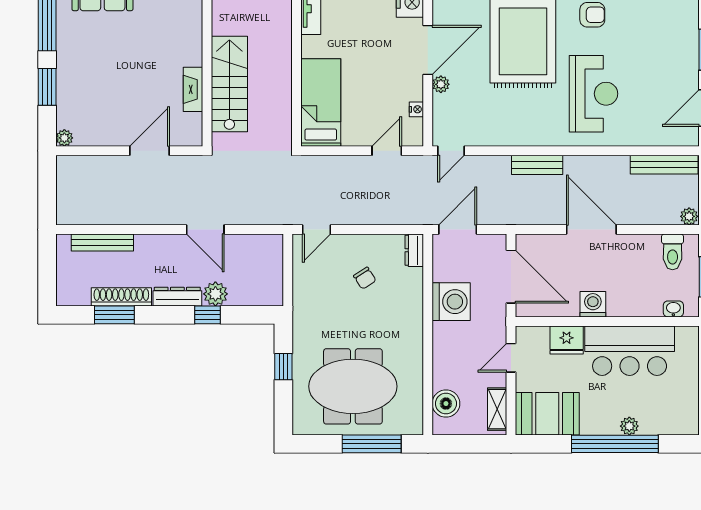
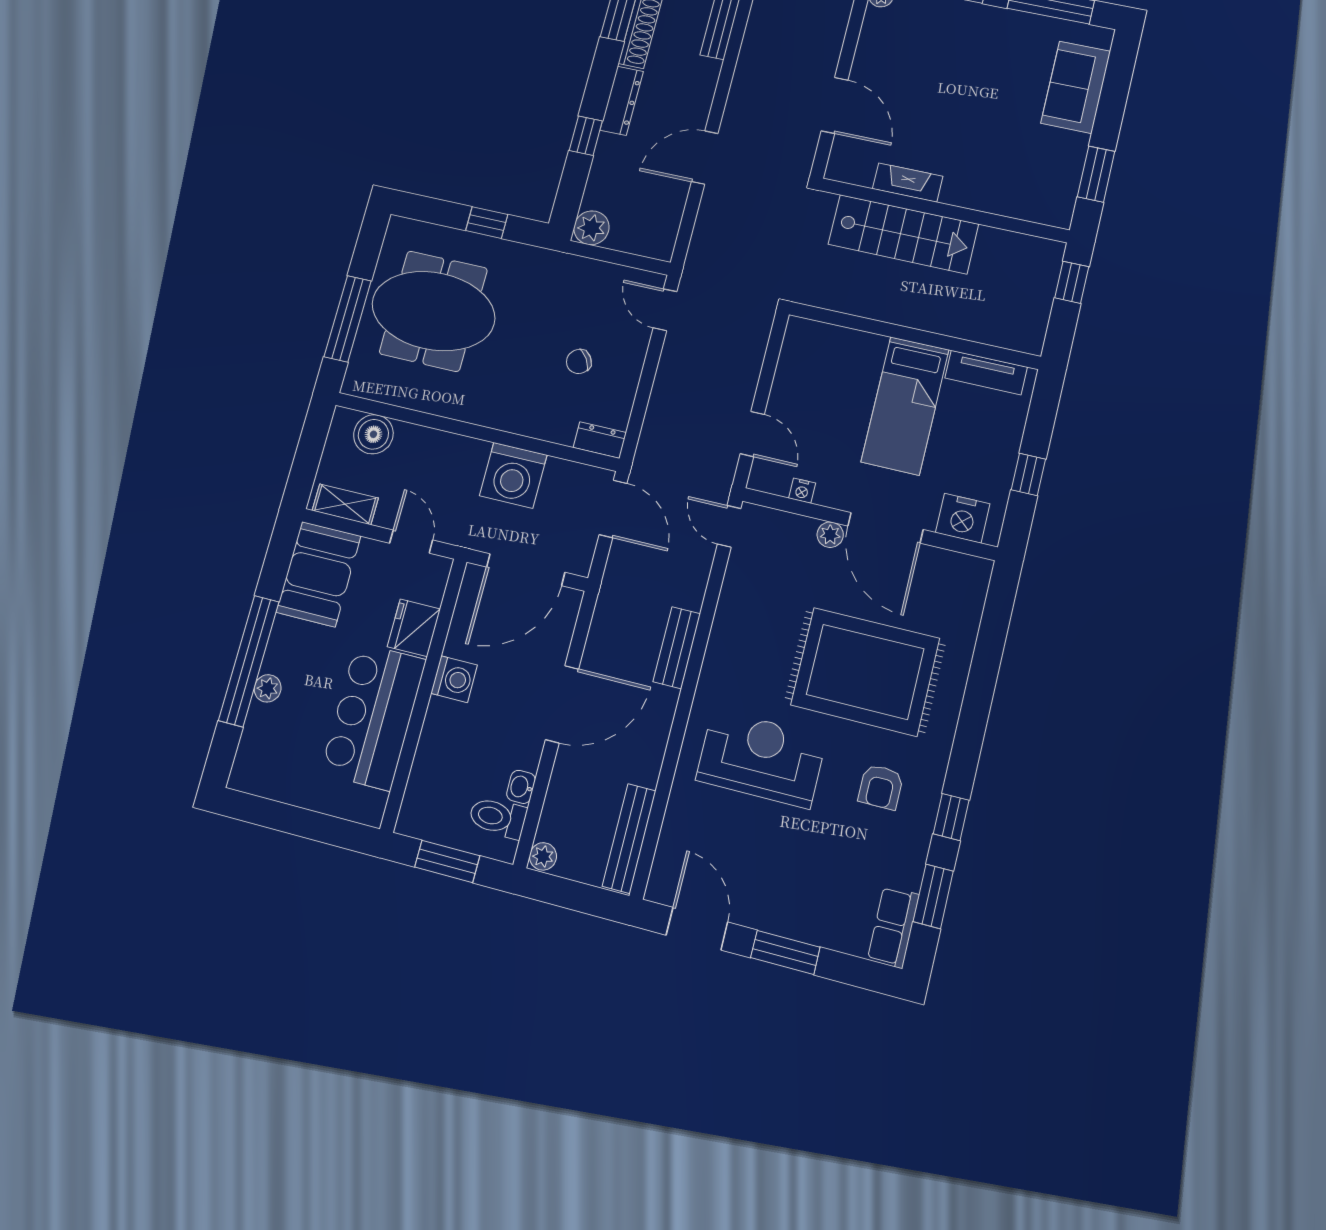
reception desk: (594, 94) -> (761, 758), turned 180
bed: (321, 102) -> (905, 406), moved, turned 90
plant: (215, 294) -> (591, 228), moved
washbasin: (673, 309) -> (521, 787), moved, turned 180
meeting table: (353, 386) -> (433, 311), turned 90

